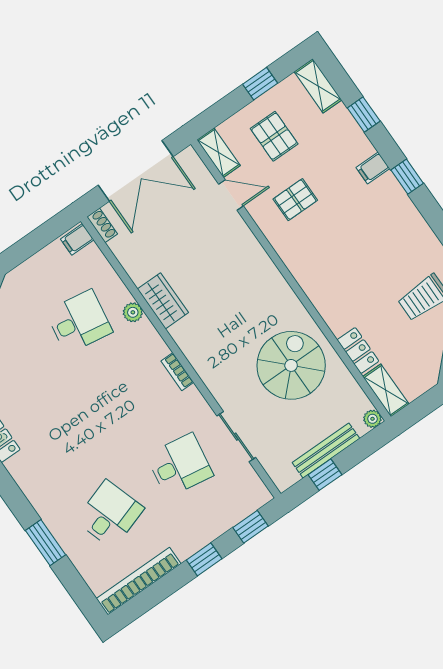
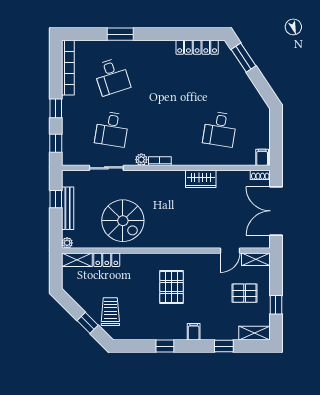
window: (407, 177) -> (165, 346), moved
pallet: (295, 200) -> (172, 287), moved, width x1.50, depth x1.42
plant: (133, 312) -> (141, 160), moved

